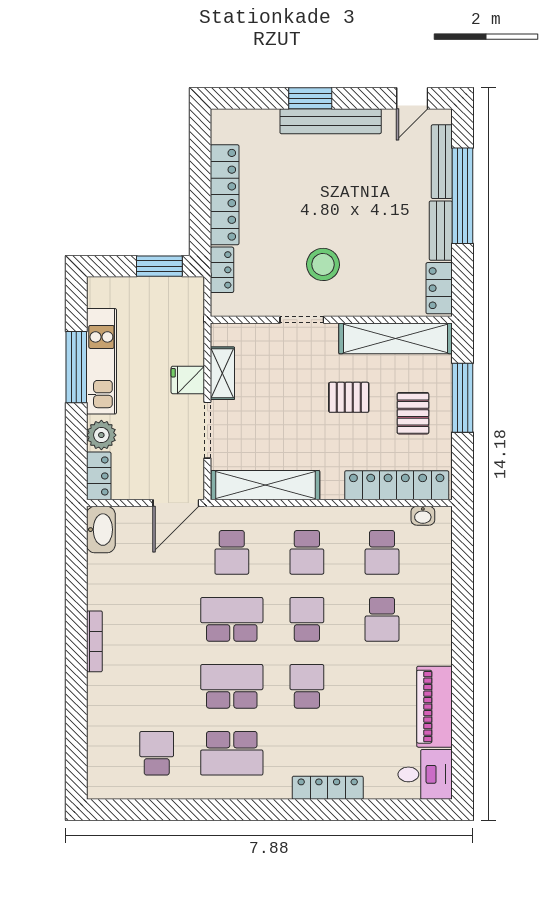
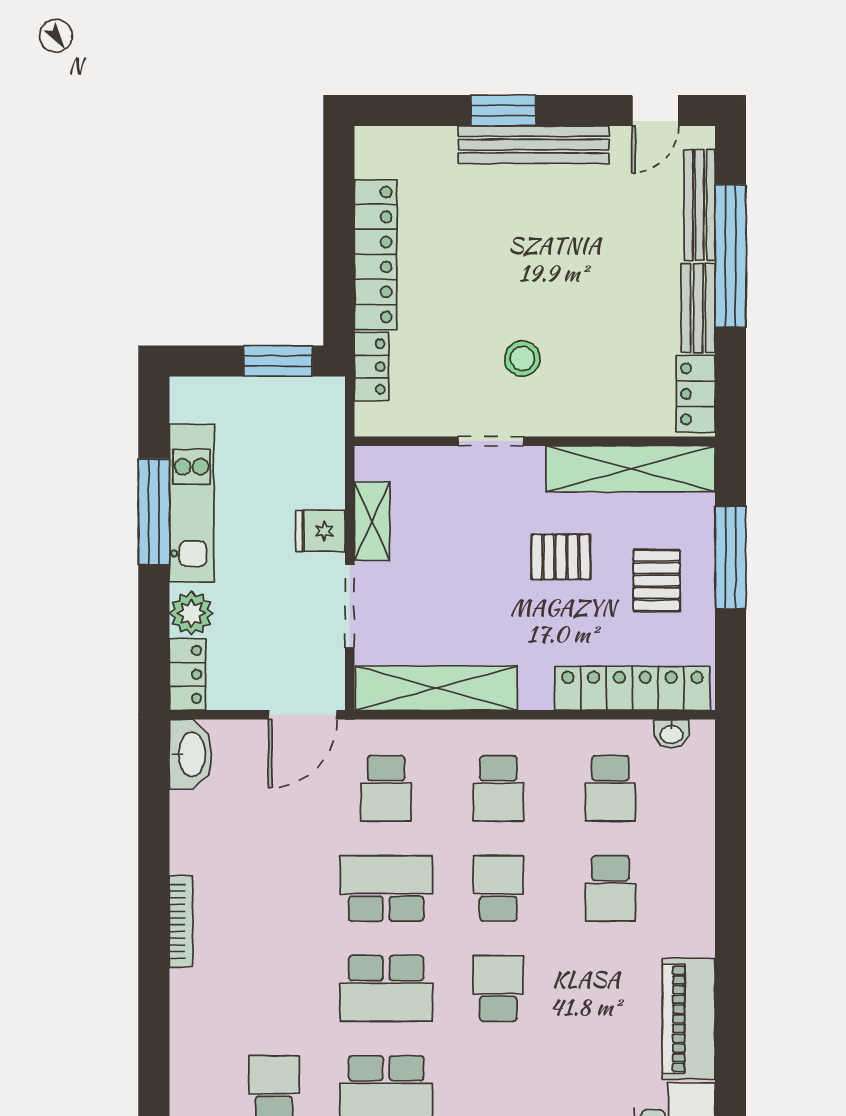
stool: (323, 264) -> (522, 359), width x0.73, depth x0.73
school desk: (232, 686) -> (386, 988), turned 180

